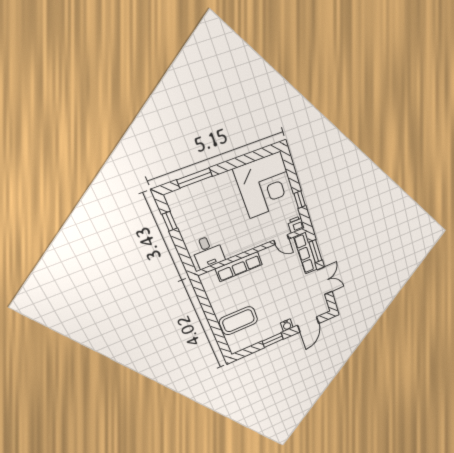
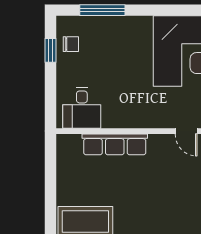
chair: (182, 211) -> (71, 44), added

